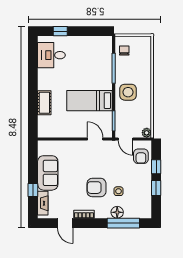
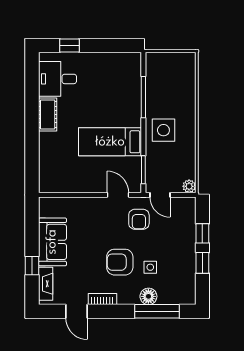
chair: (124, 51) -> (158, 73), removed
cot: (44, 103) -> (48, 115), moved
armchair: (141, 156) -> (139, 219), moved

